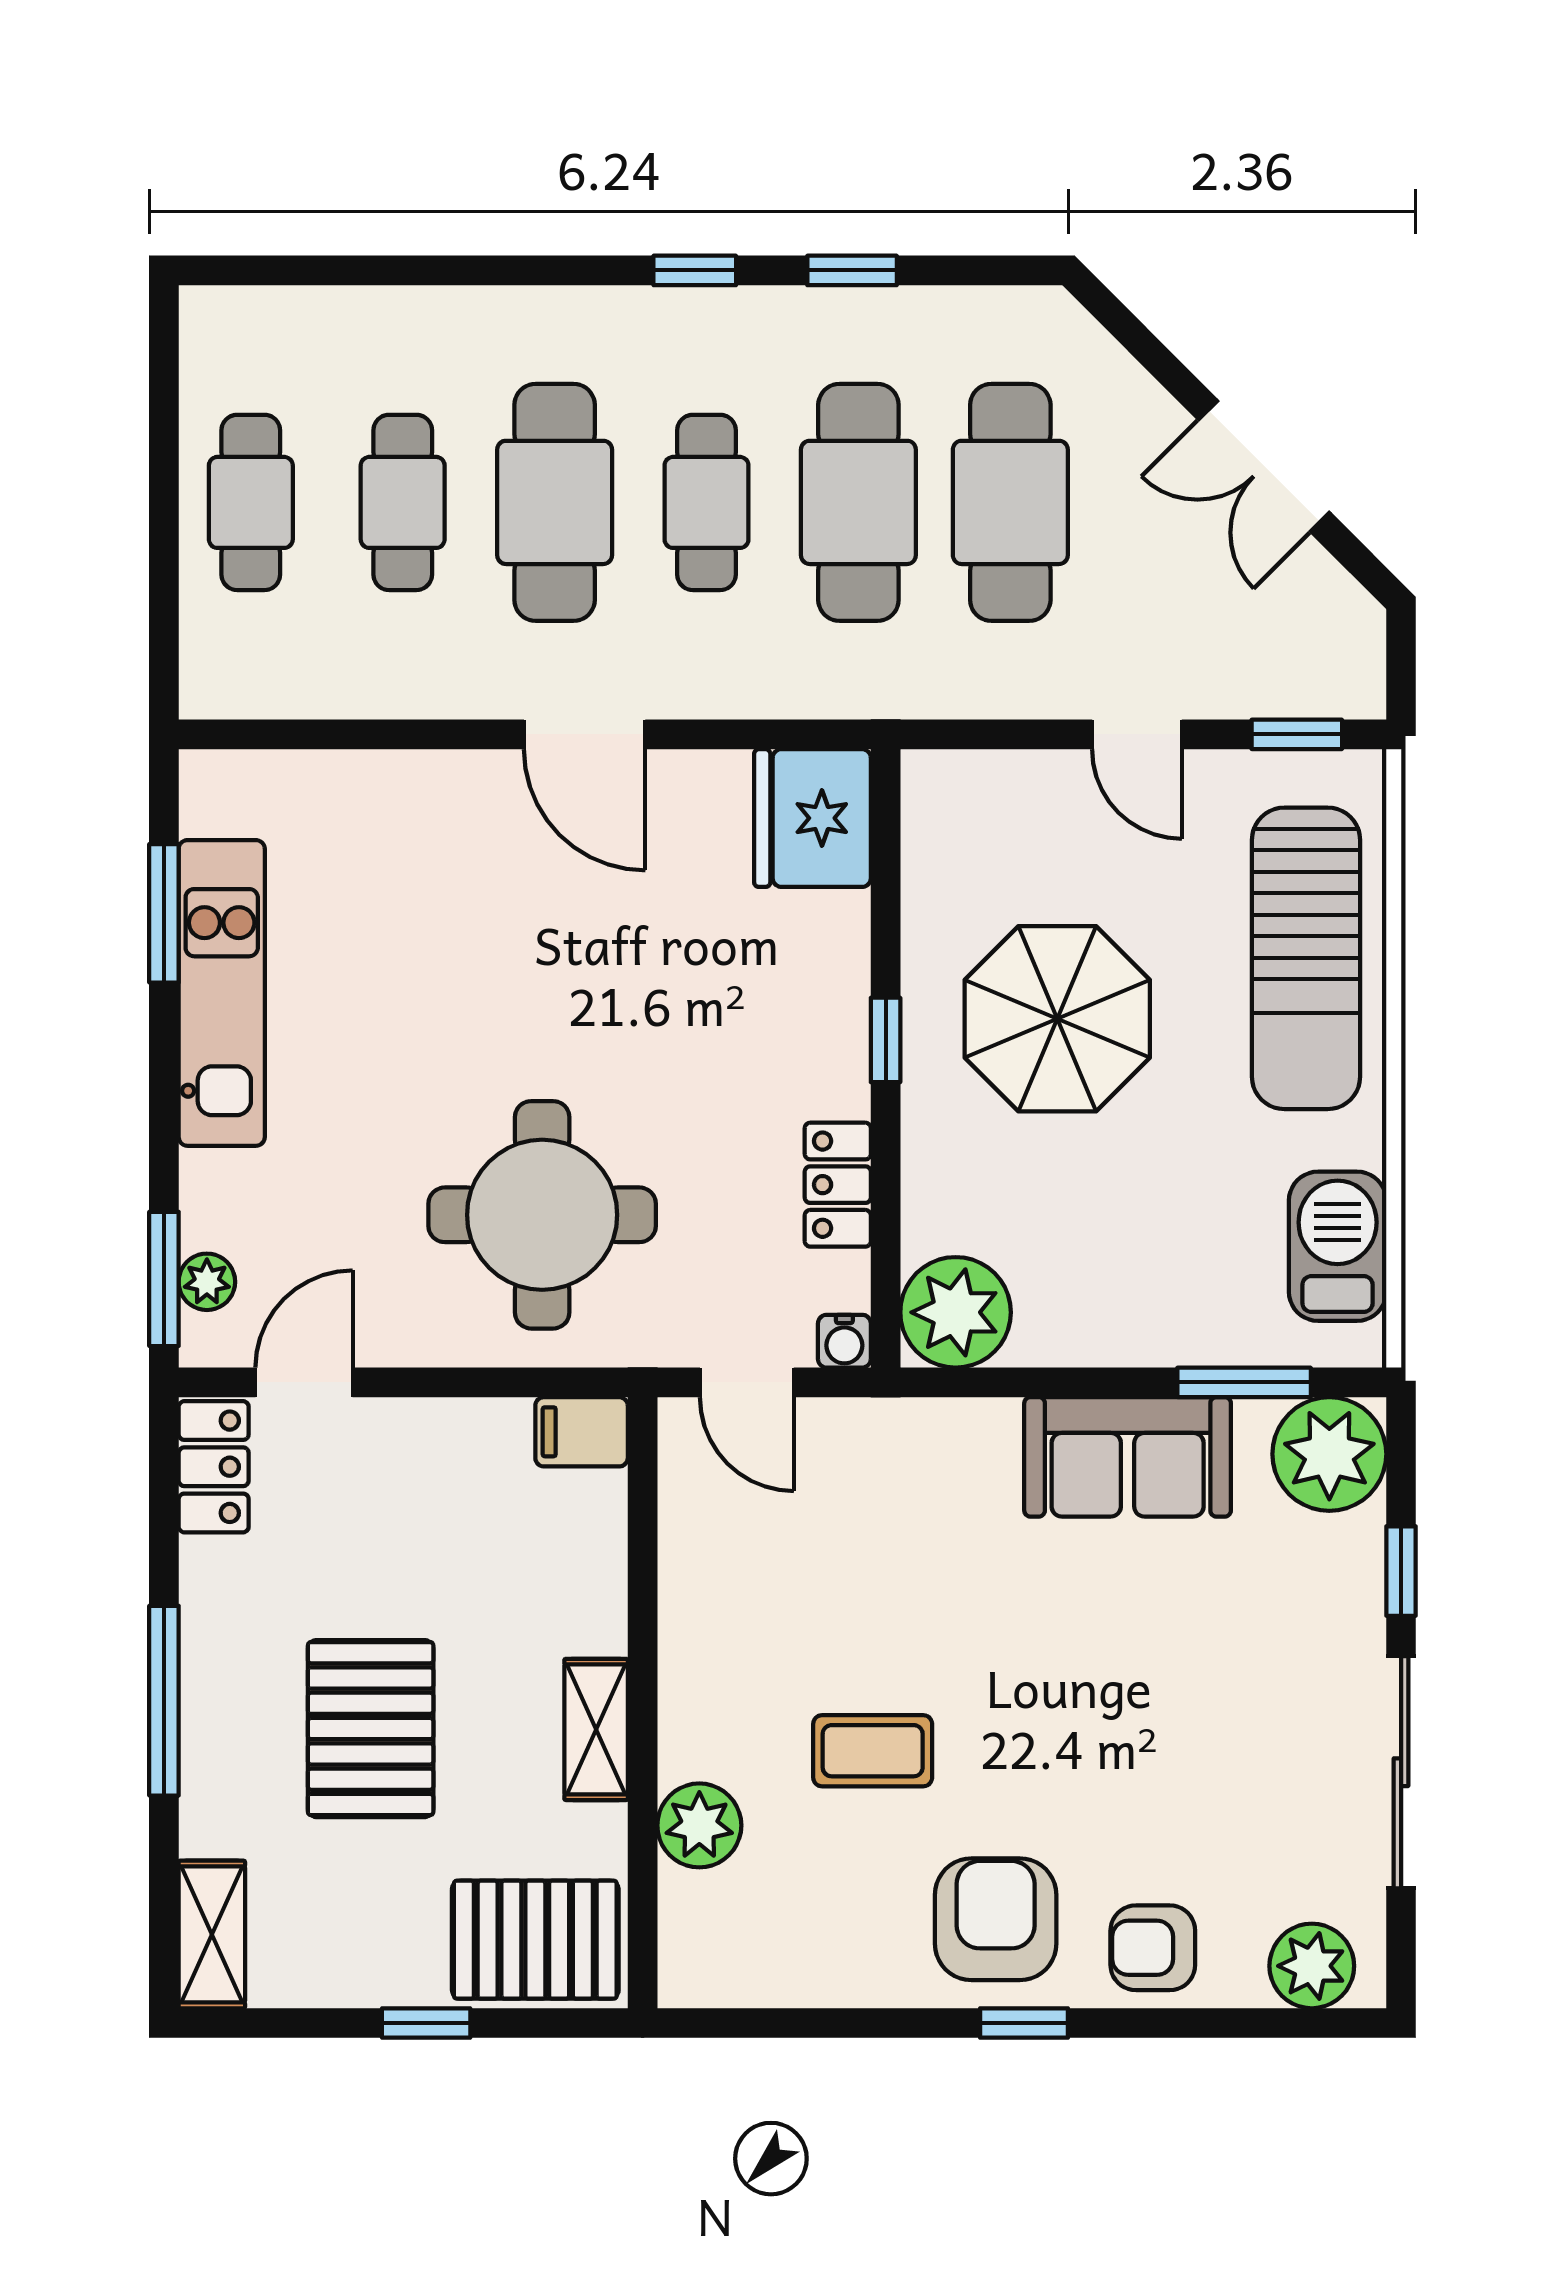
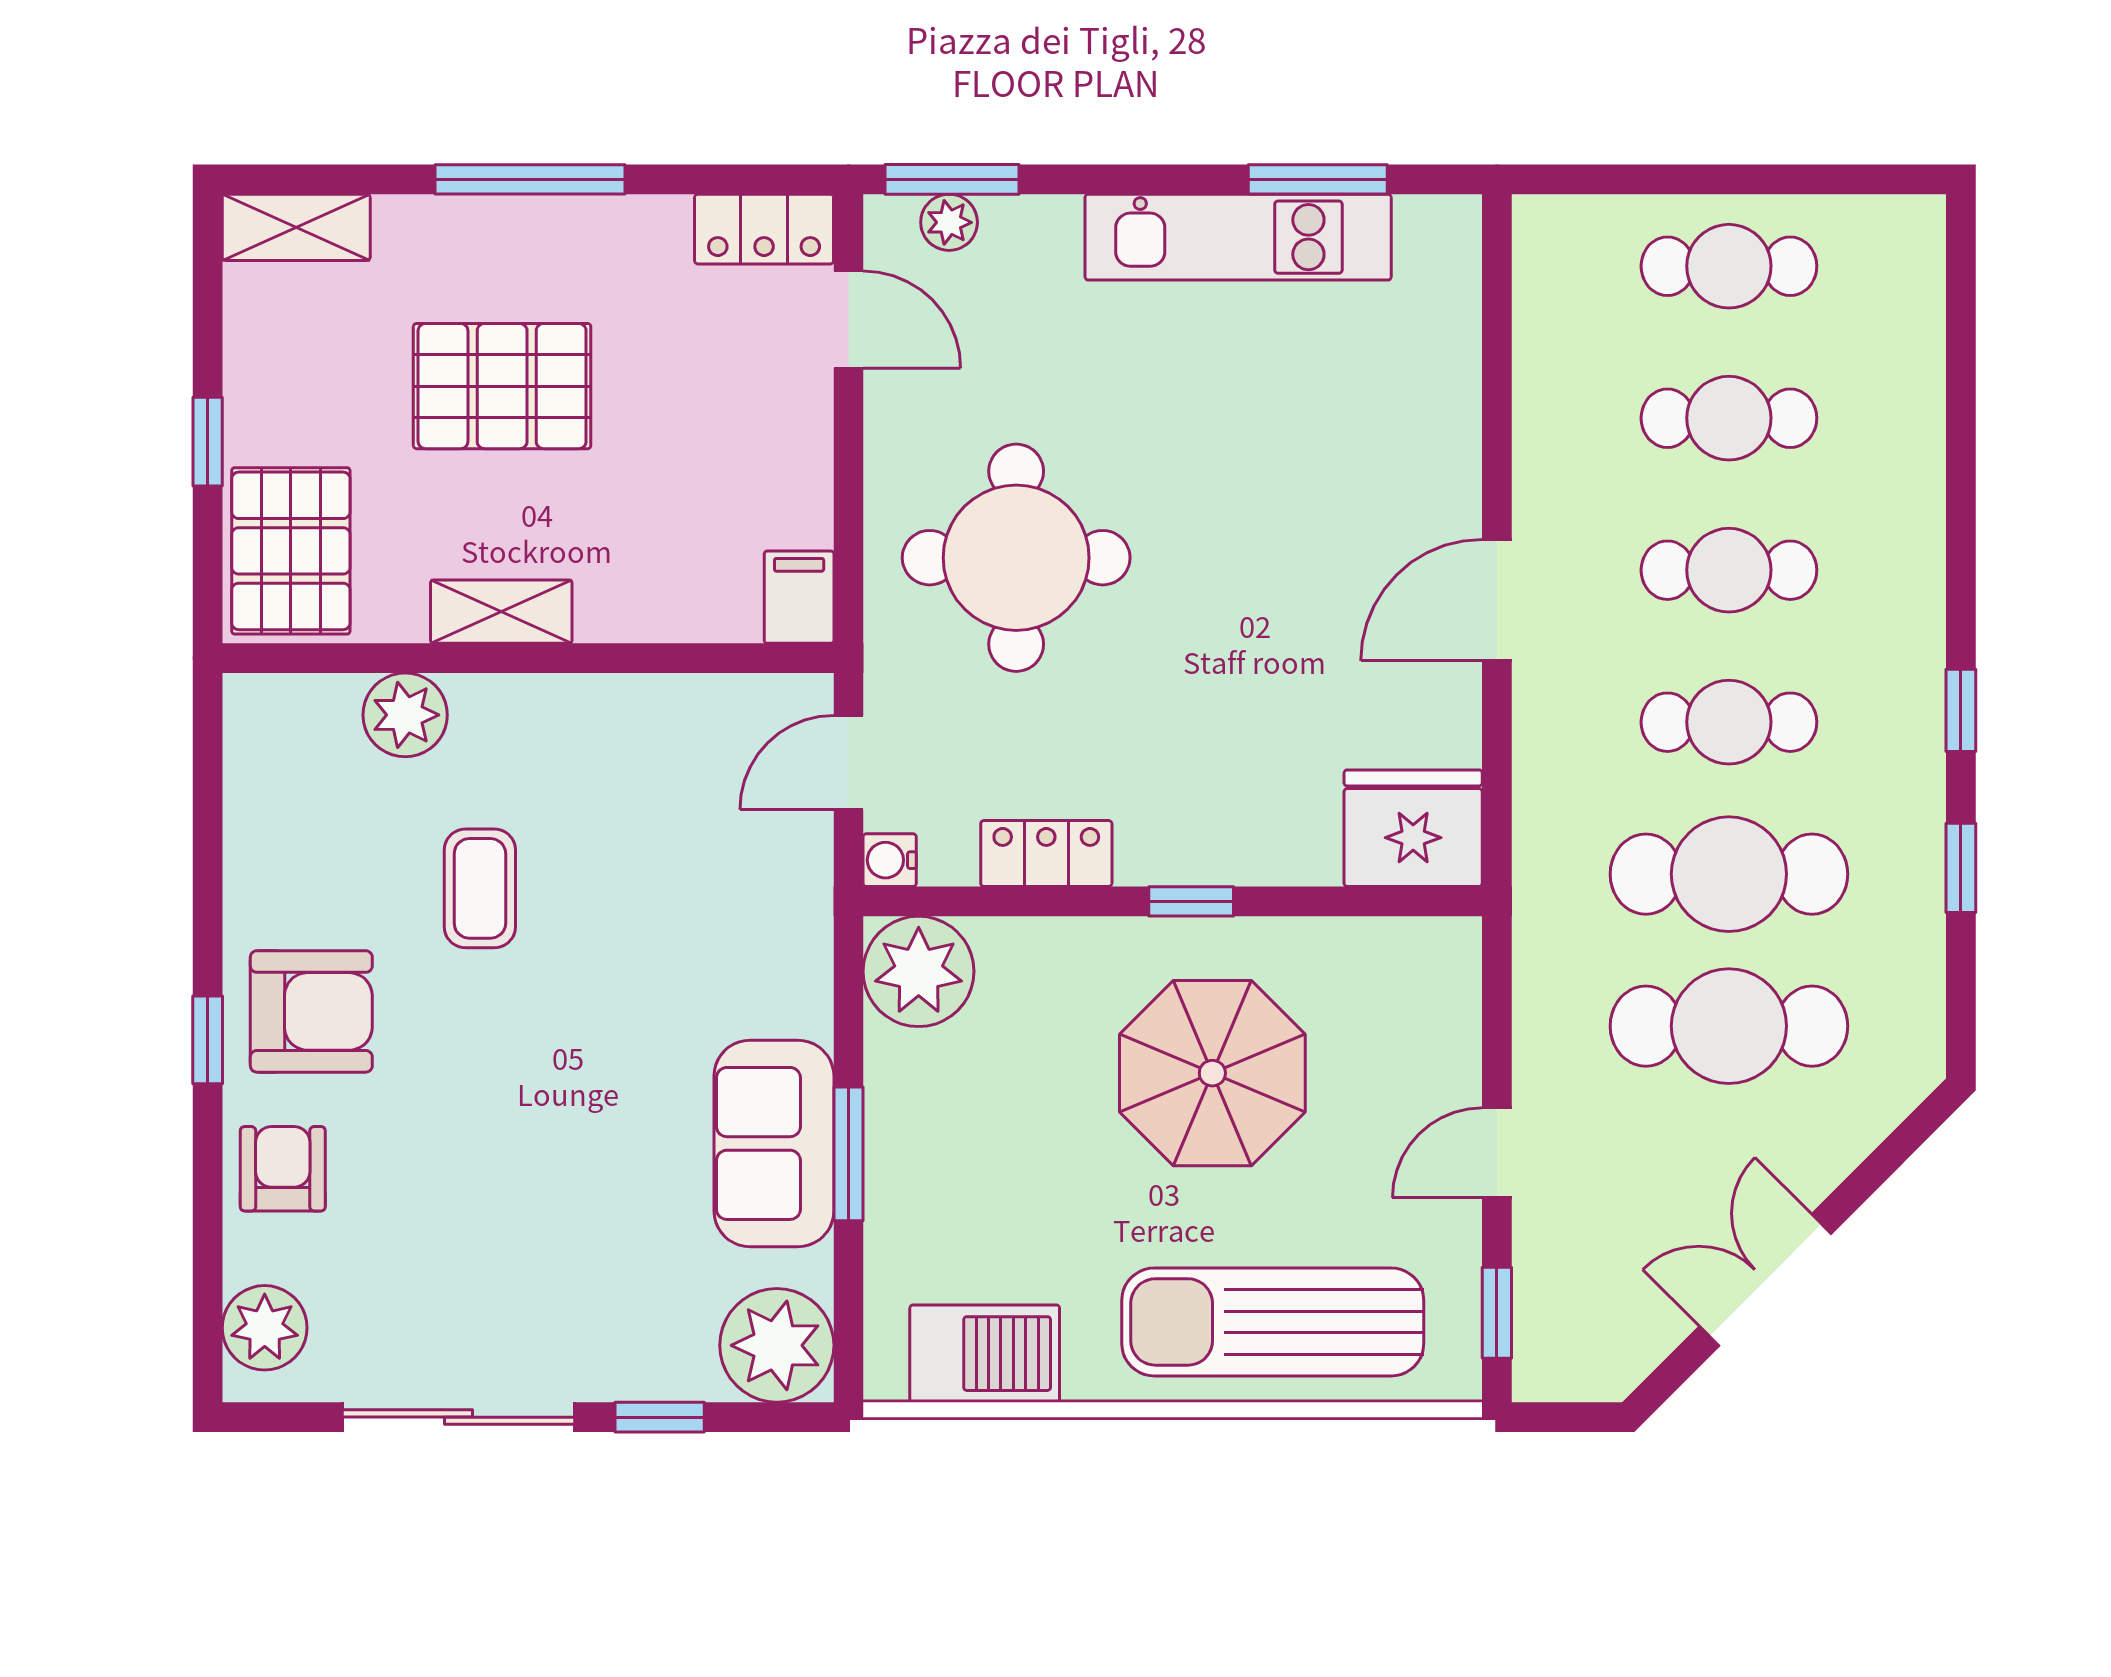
cafe table: (555, 502) -> (1729, 570), width x0.73, depth x0.74
window: (1244, 1382) -> (848, 1154), moved

